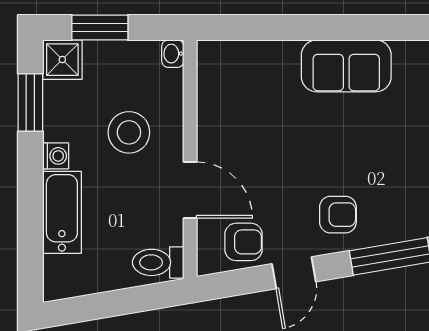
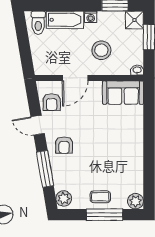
sofa: (346, 66) -> (123, 93), moved, turned -90
toilet: (158, 262) -> (38, 23), moved, turned 180

